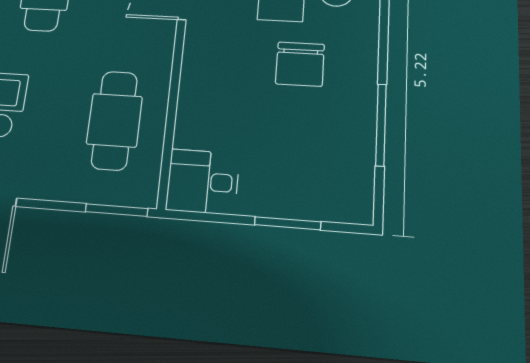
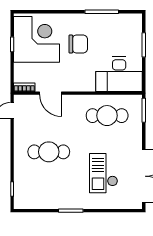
desk: (203, 182) -> (119, 74), width x1.87, depth x1.30

